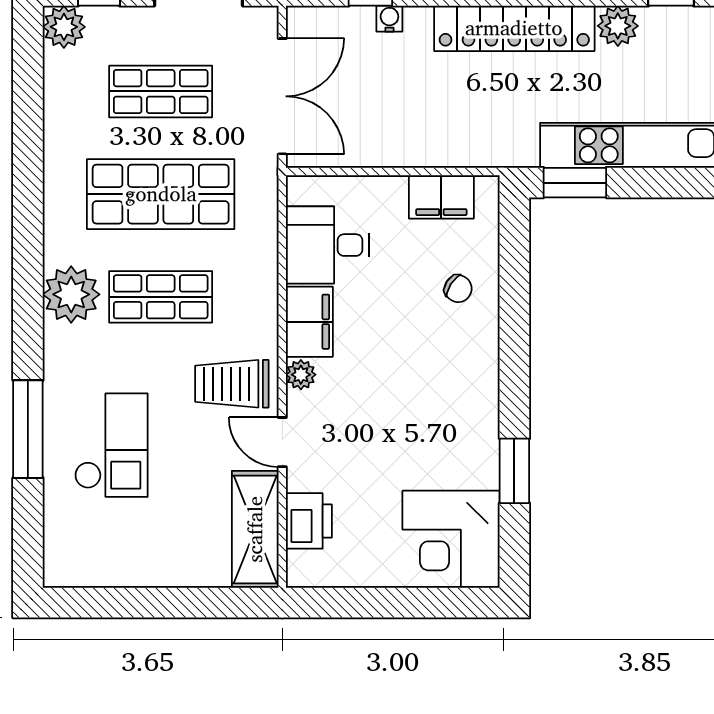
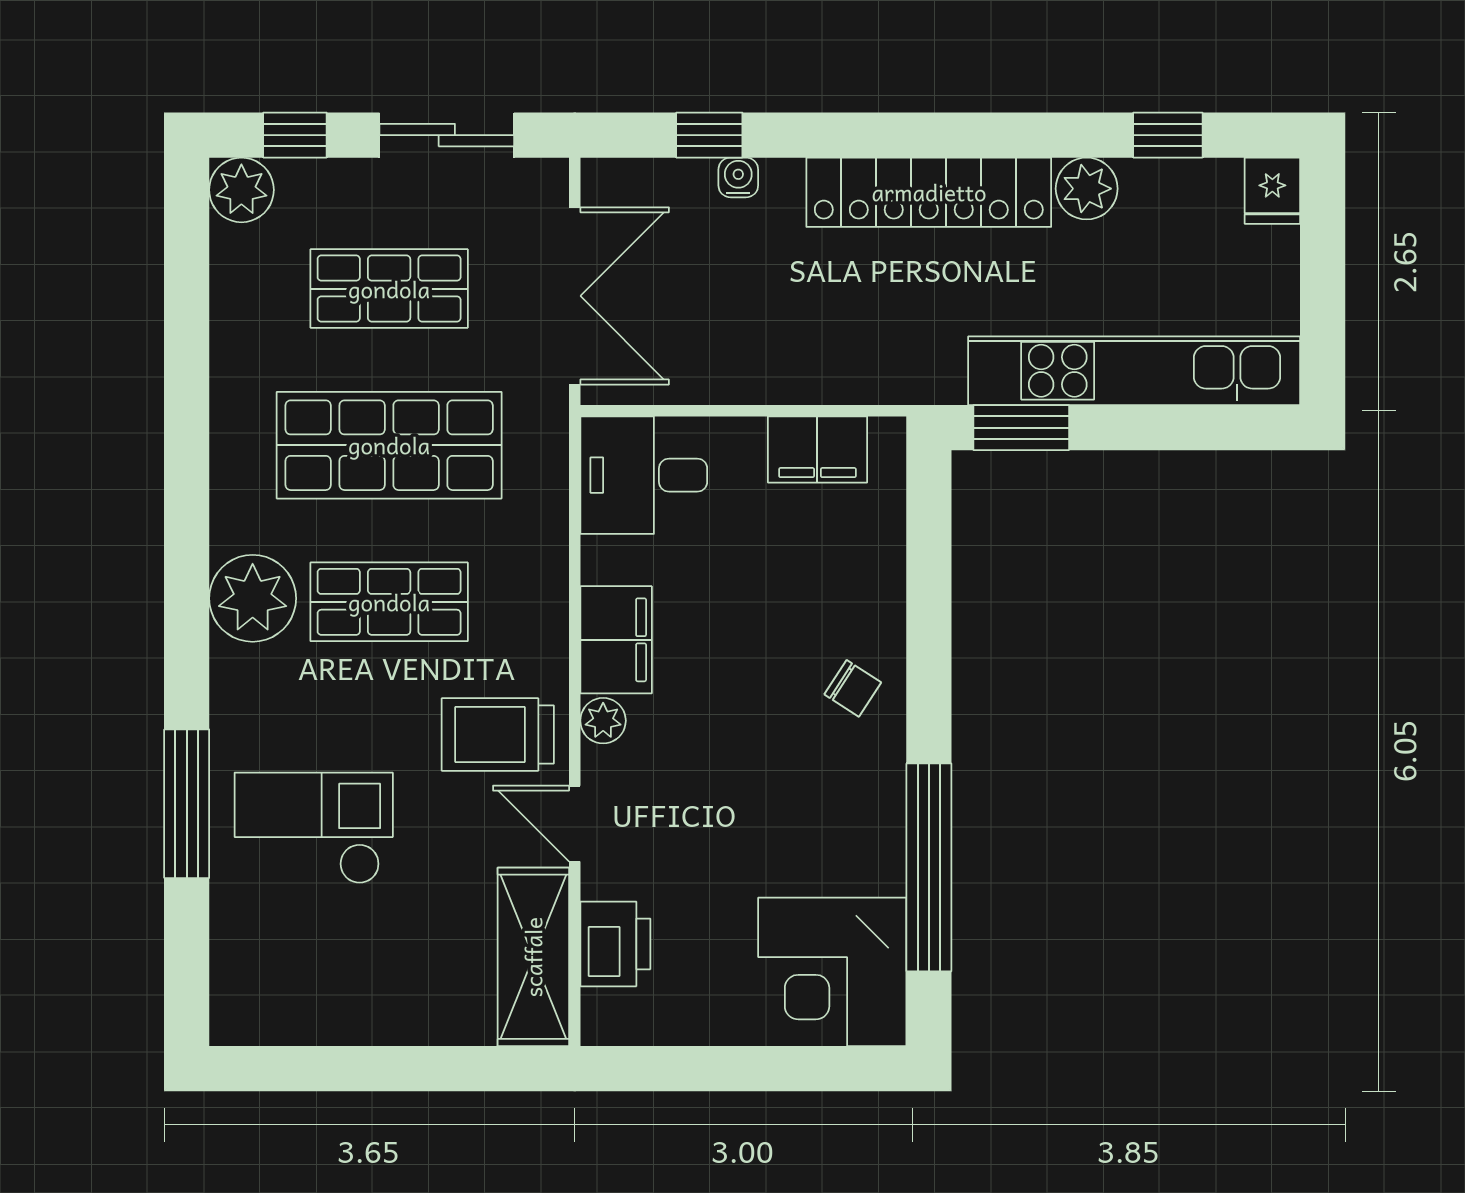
desk: (328, 245) -> (644, 475), moved
chair: (458, 289) -> (853, 688), moved
checkout: (111, 445) -> (314, 828), turned -90
window: (514, 471) -> (929, 867), width x2.11

